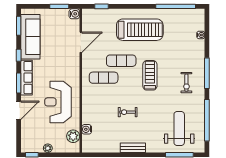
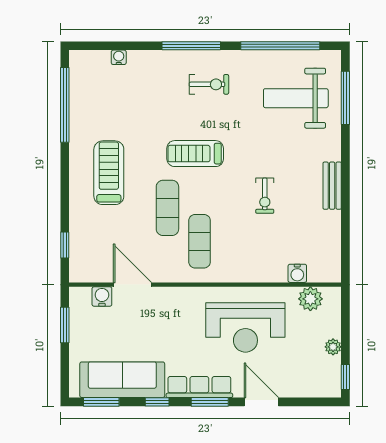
water cooler: (74, 14) -> (102, 296), moved
treadmill: (140, 30) -> (109, 173), width x0.73, depth x0.73

